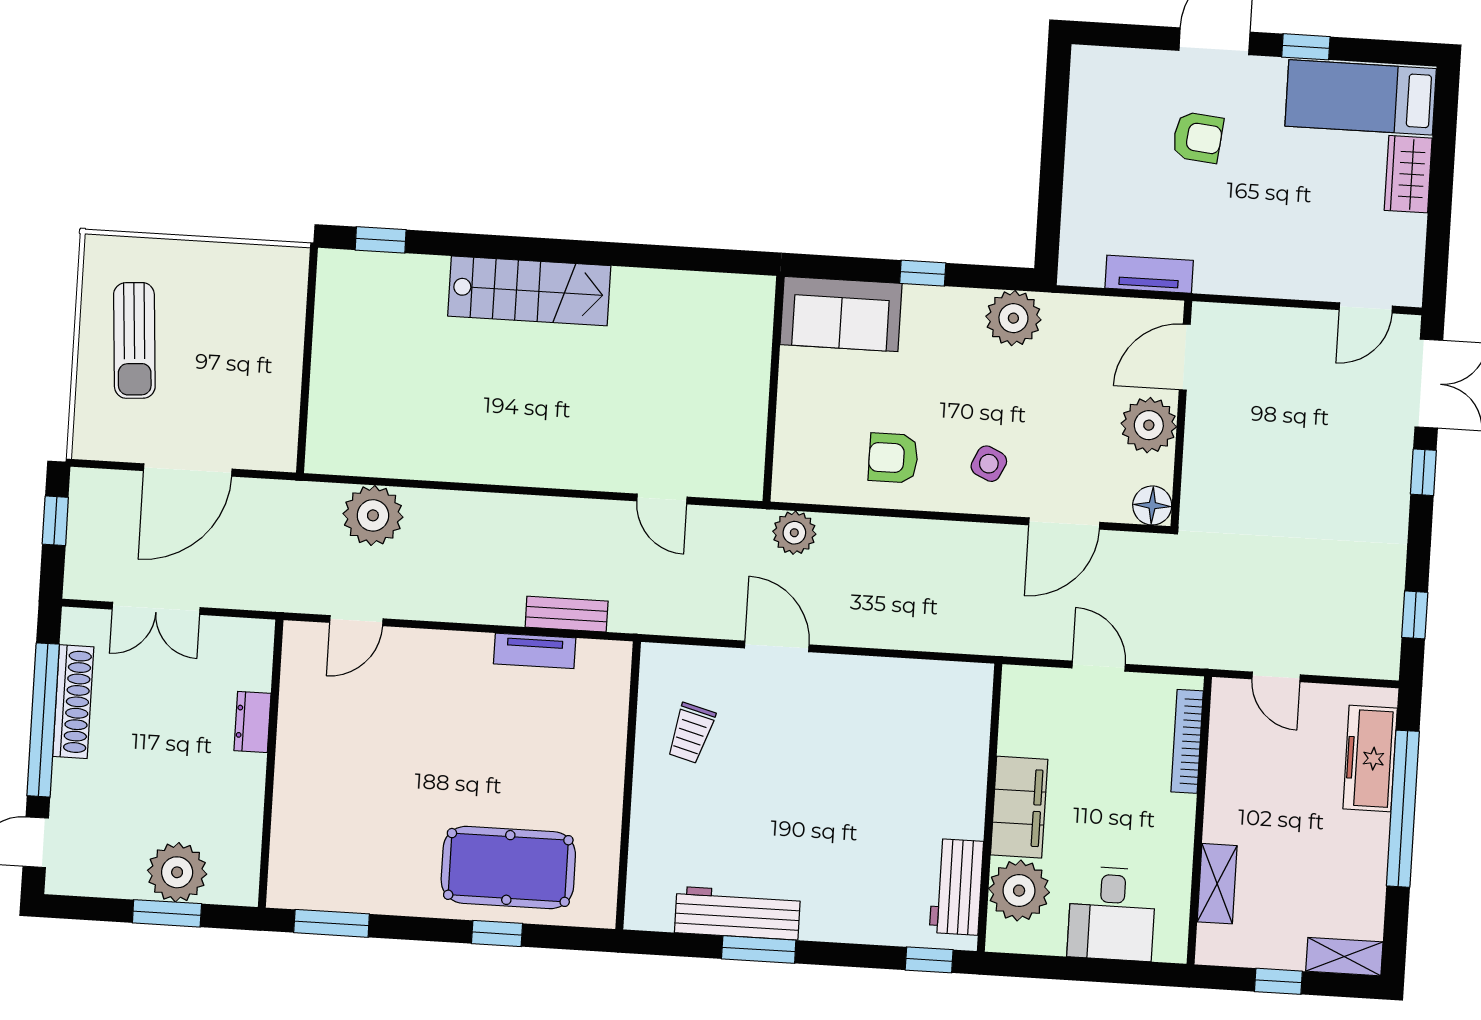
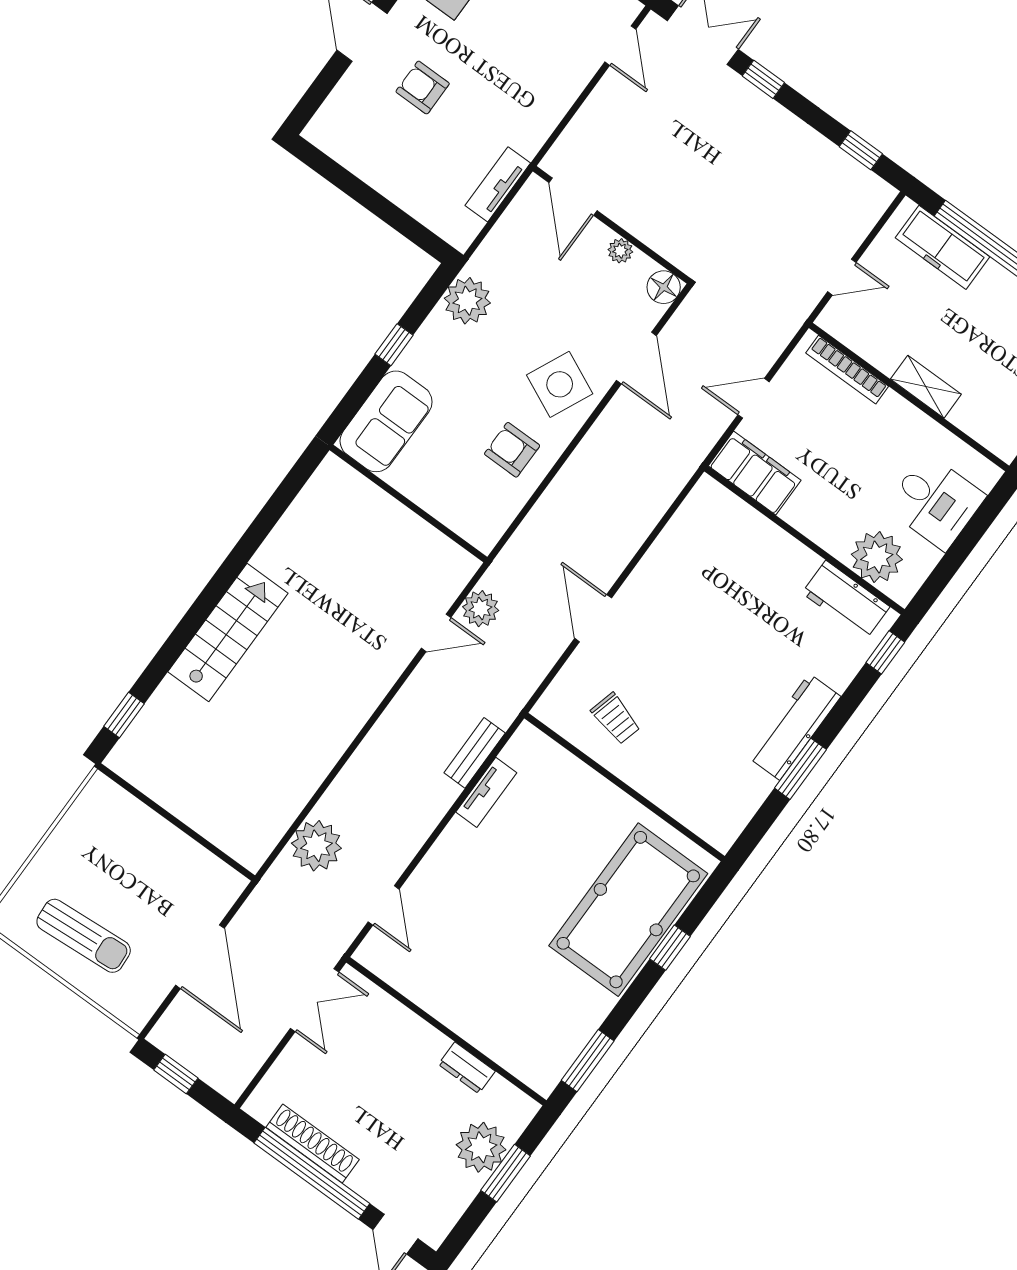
armchair: (1198, 137) -> (423, 88), turned -96
plant: (1149, 425) -> (620, 251), width x0.53, depth x0.53
armchair: (893, 458) -> (512, 450), turned 90
side table: (989, 464) -> (560, 384), width x1.87, depth x1.87
plant: (794, 533) -> (481, 609), moved
double door: (156, 608) -> (315, 1000), moved
door: (777, 646) -> (593, 618), hinge flipped
dresser: (252, 722) -> (467, 1068), moved
filing cabinet: (1019, 807) -> (755, 473), moved
pool table: (508, 867) -> (628, 910), width x1.36, depth x1.32
shelving: (1217, 884) -> (926, 387), moved
workbench: (737, 913) -> (795, 727), moved

